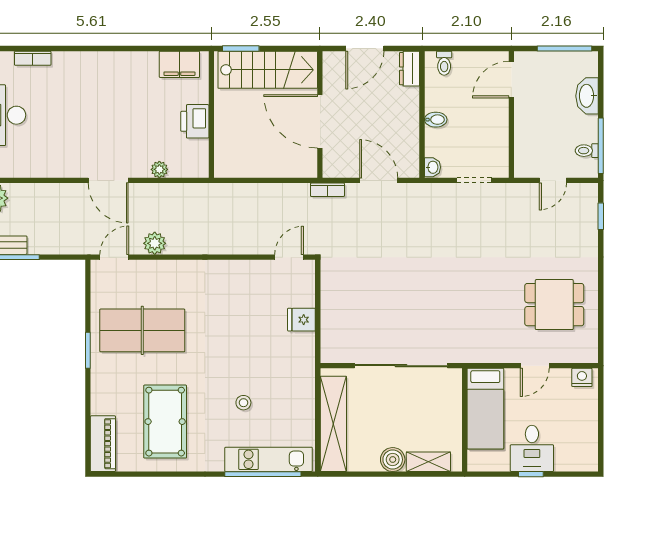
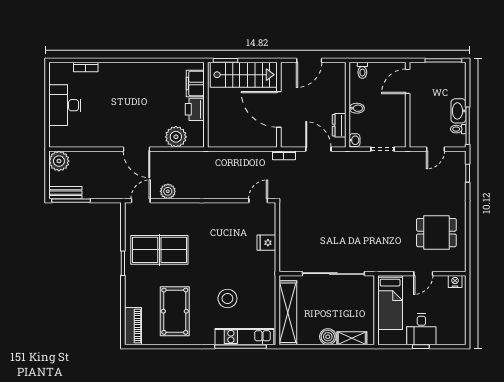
filing cabinet: (179, 64) -> (195, 83), moved, turned 90
dresser: (410, 69) -> (339, 125), moved
washbasin: (587, 96) -> (458, 111), moved
plant: (159, 169) -> (176, 137), width x1.87, depth x1.87
stool: (243, 403) -> (227, 298), width x1.89, depth x1.89

